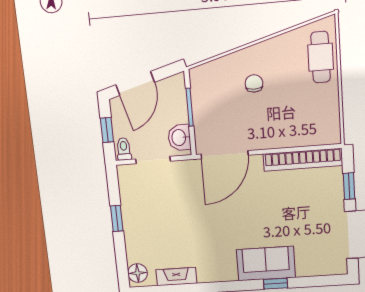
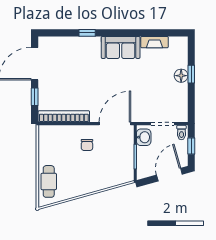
chair: (254, 83) -> (87, 145), moved
window: (117, 218) -> (191, 74), moved
sofa: (266, 264) -> (121, 47), moved
floor lamp: (138, 273) -> (181, 76), moved

